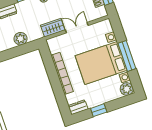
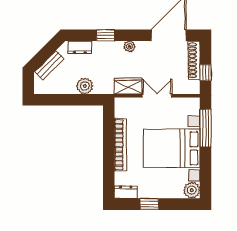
window: (127, 56) -> (206, 128), moved

